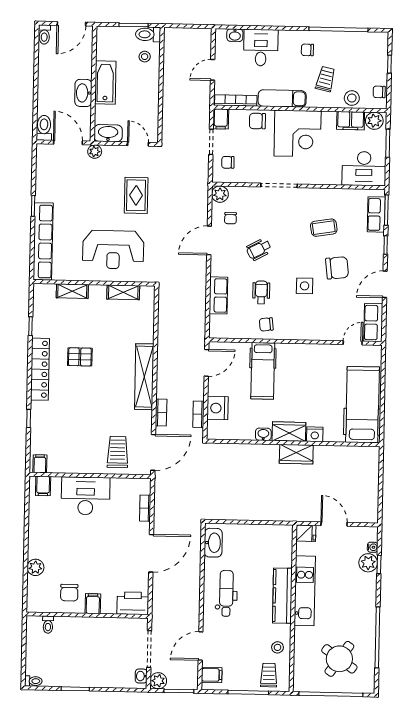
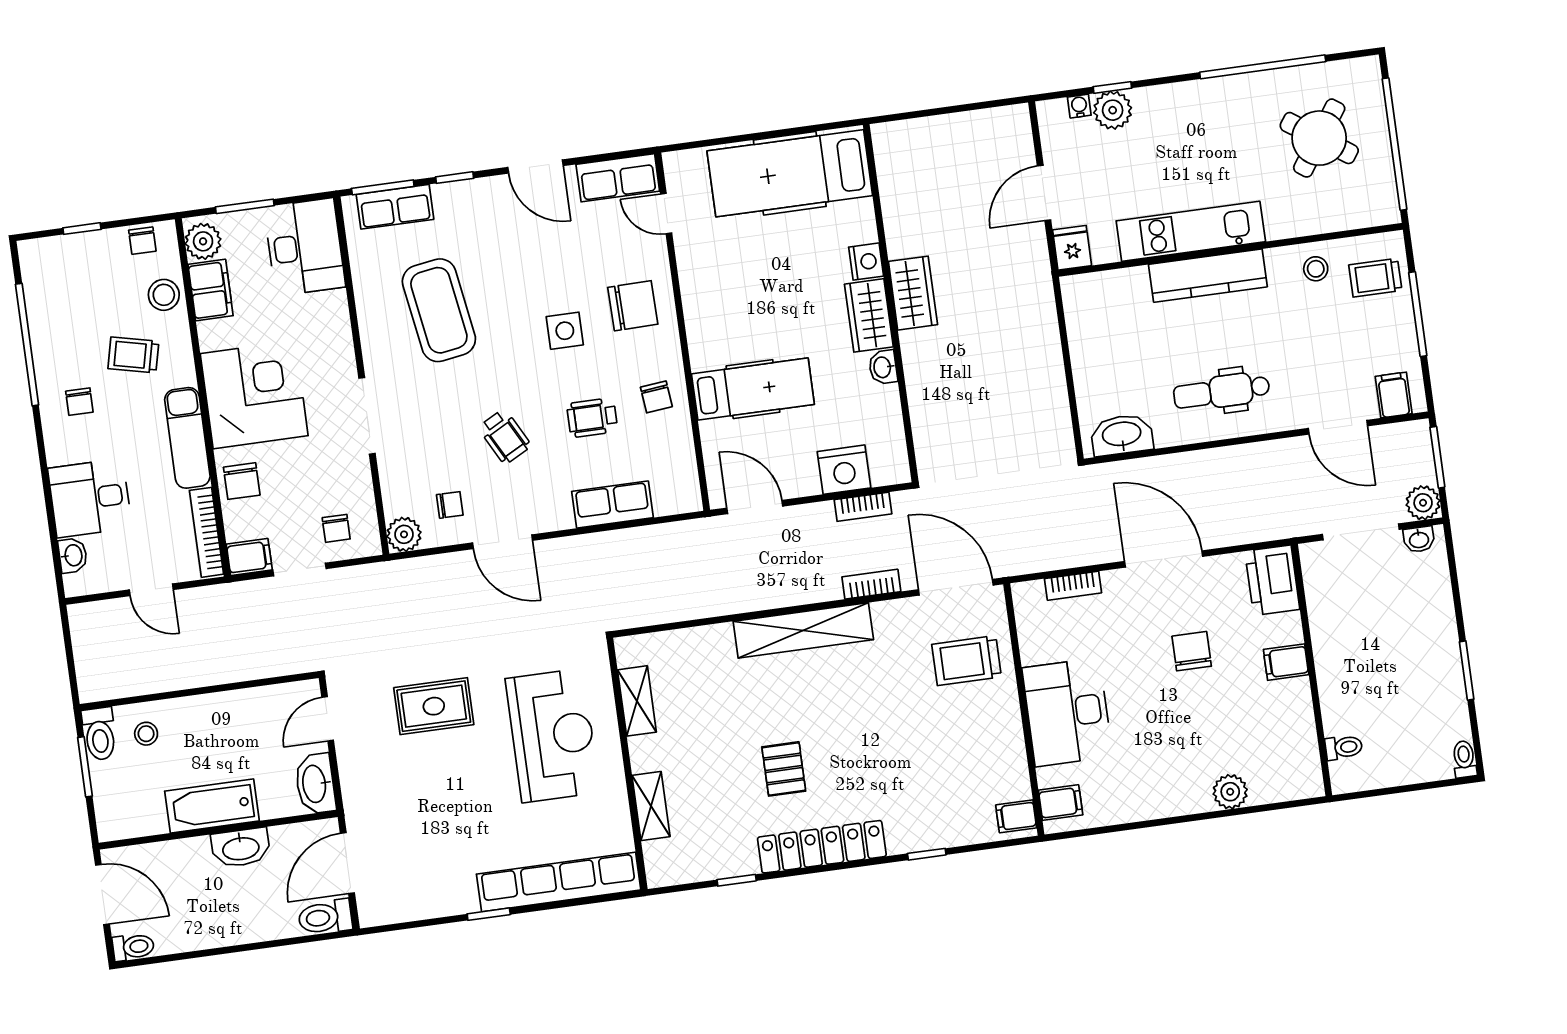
plant: (95, 152) -> (357, 805), removed
coffee table: (324, 228) -> (439, 310), width x1.86, depth x1.72
chair: (337, 268) -> (633, 306), moved, turned 95
chair: (69, 593) -> (1192, 651), moved, turned -90

